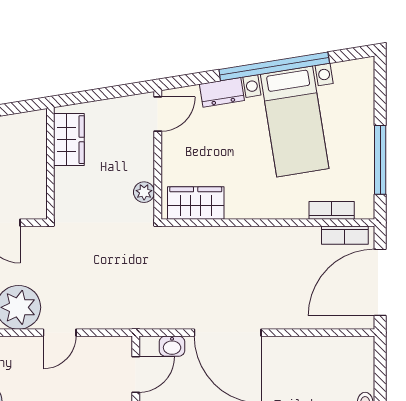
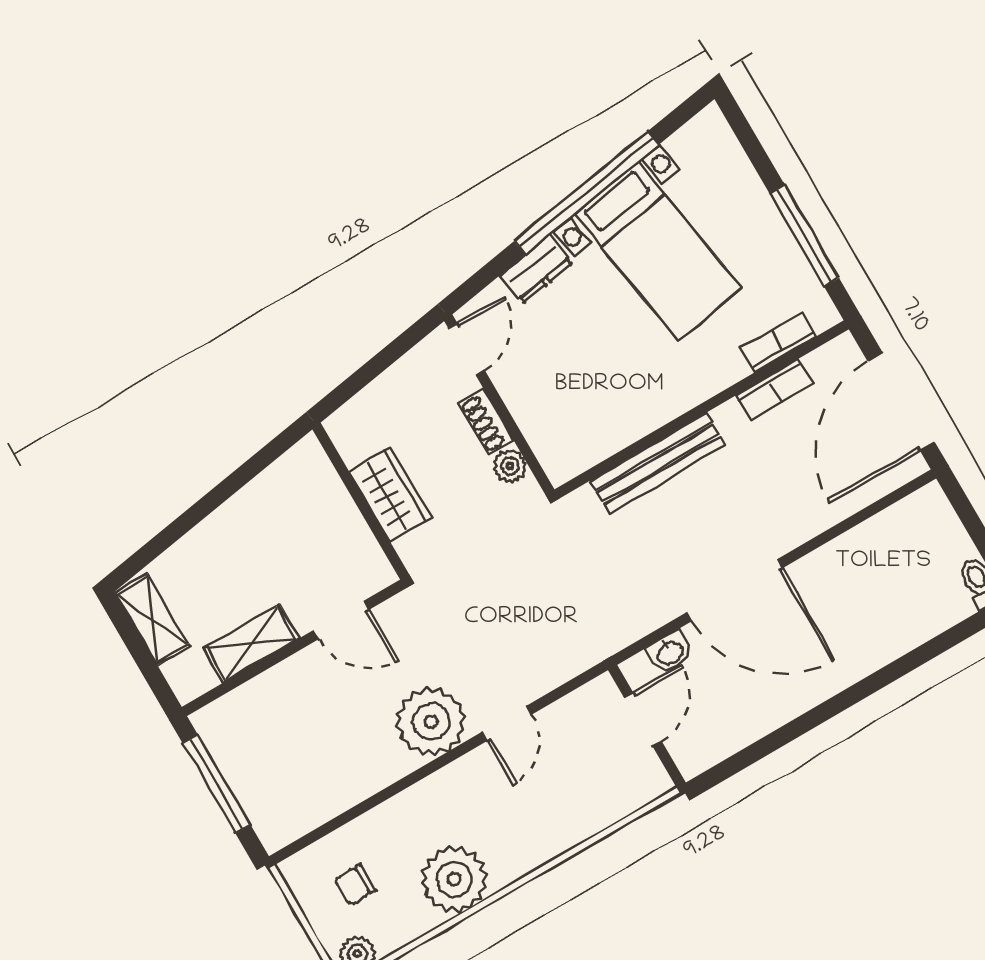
wardrobe: (69, 140) -> (390, 494), moved
shoe rack: (145, 160) -> (486, 422), added
wardrobe: (196, 203) -> (589, 440), removed
bookcase: (345, 235) -> (774, 390), moved
bench: (226, 238) -> (658, 463), added

